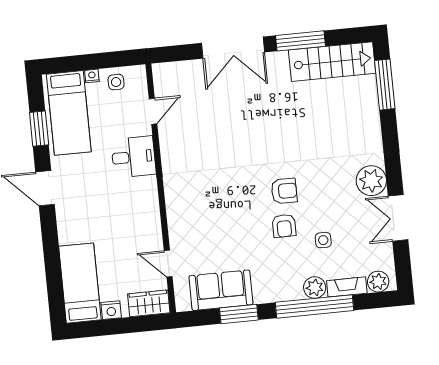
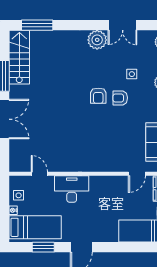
desk: (134, 157) -> (72, 189), width x1.37
armchair: (284, 191) -> (98, 96), turned 180
armchair: (284, 226) -> (120, 98), turned 180

